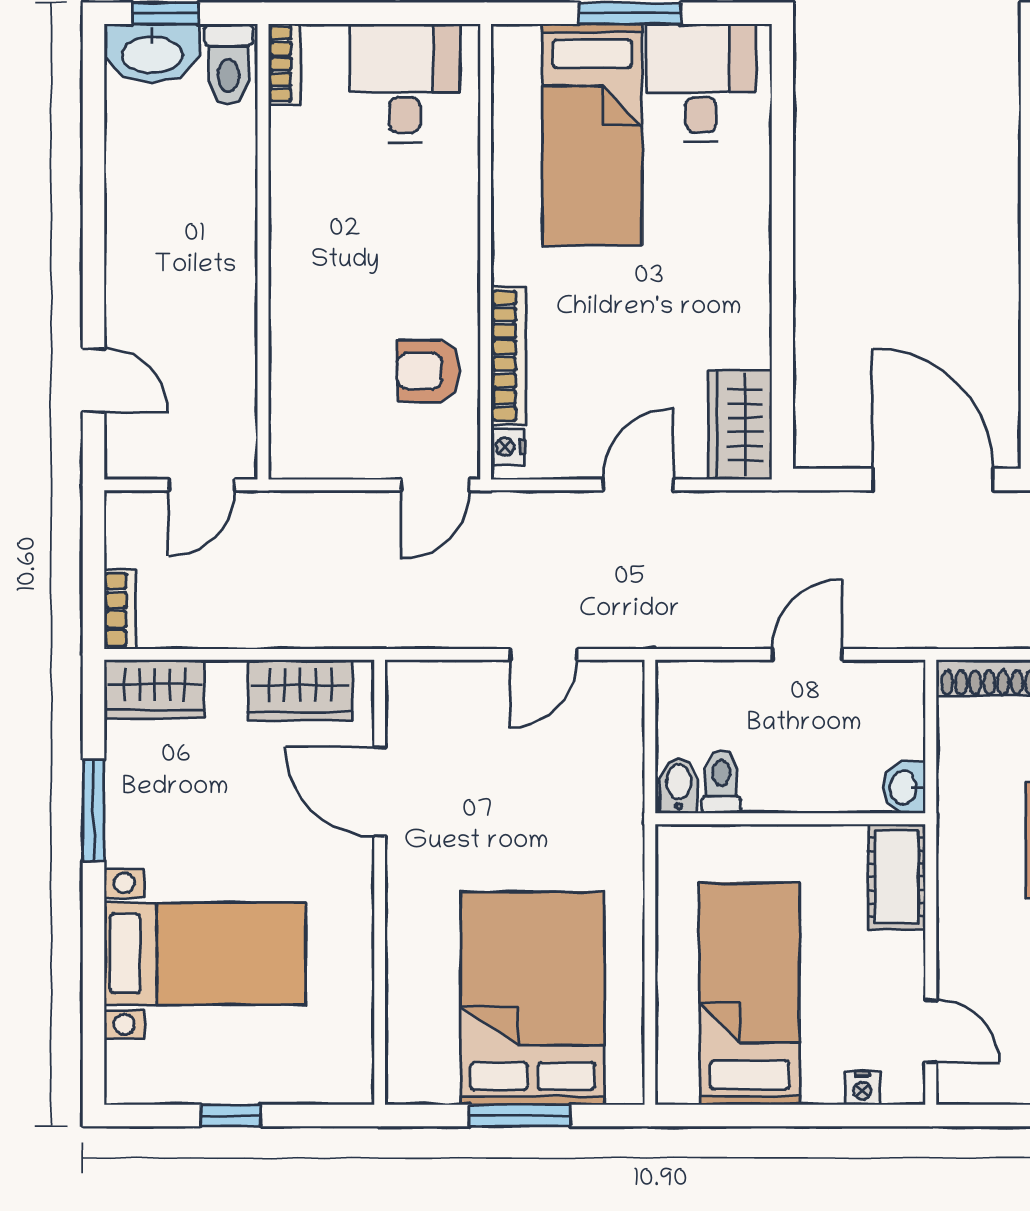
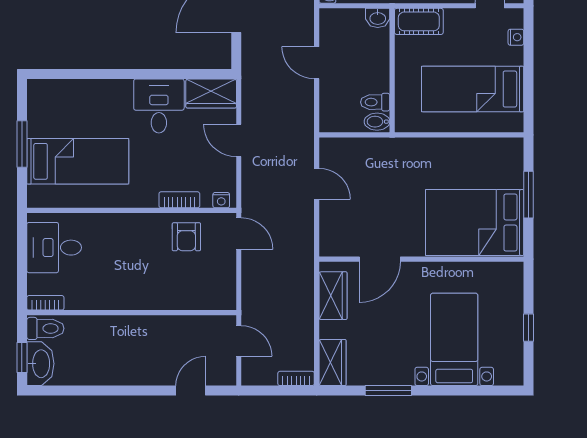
desk: (701, 83) -> (159, 106), moved, turned 90
bookcase: (509, 356) -> (179, 200), width x0.64
bed: (533, 998) -> (475, 223), moved

